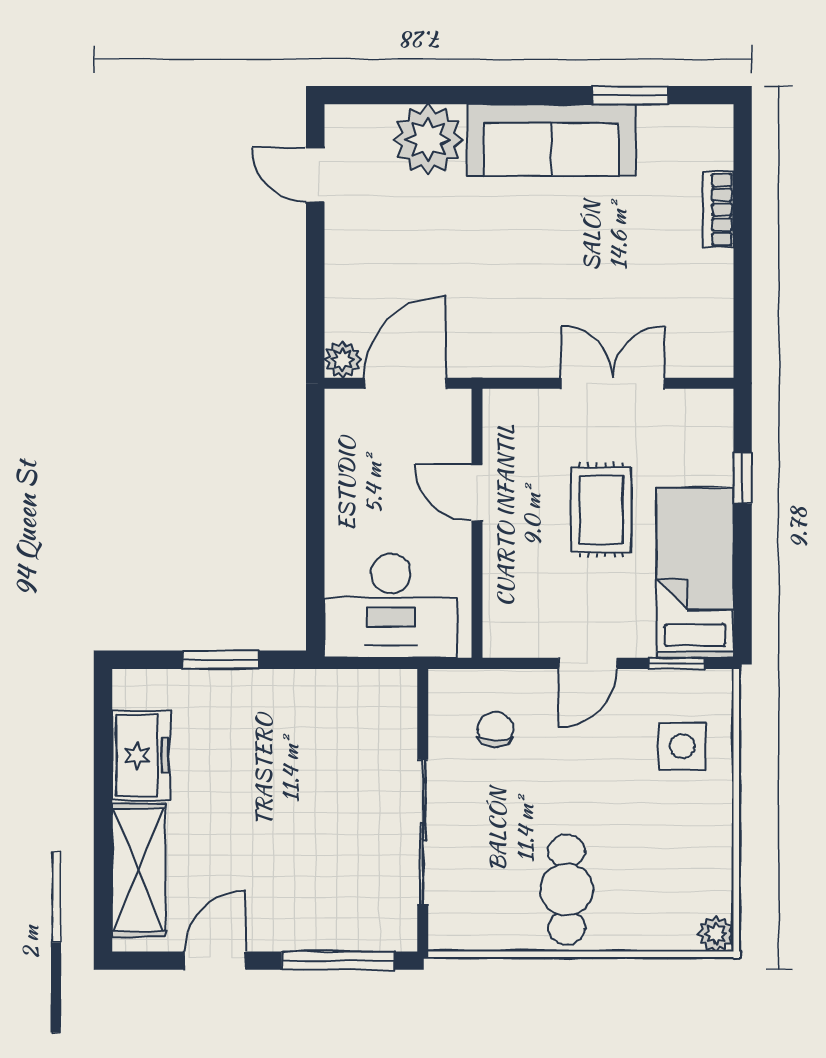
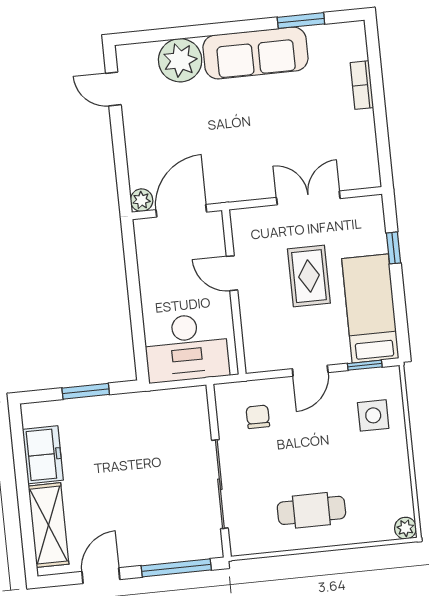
cafe table: (567, 890) -> (311, 510), turned 90

